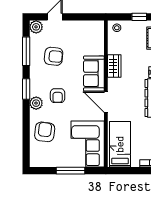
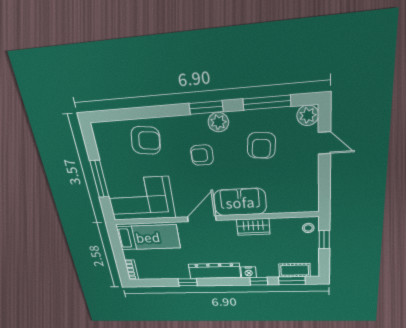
window: (139, 17) -> (324, 239), moved
plant: (36, 103) -> (218, 122), moved

